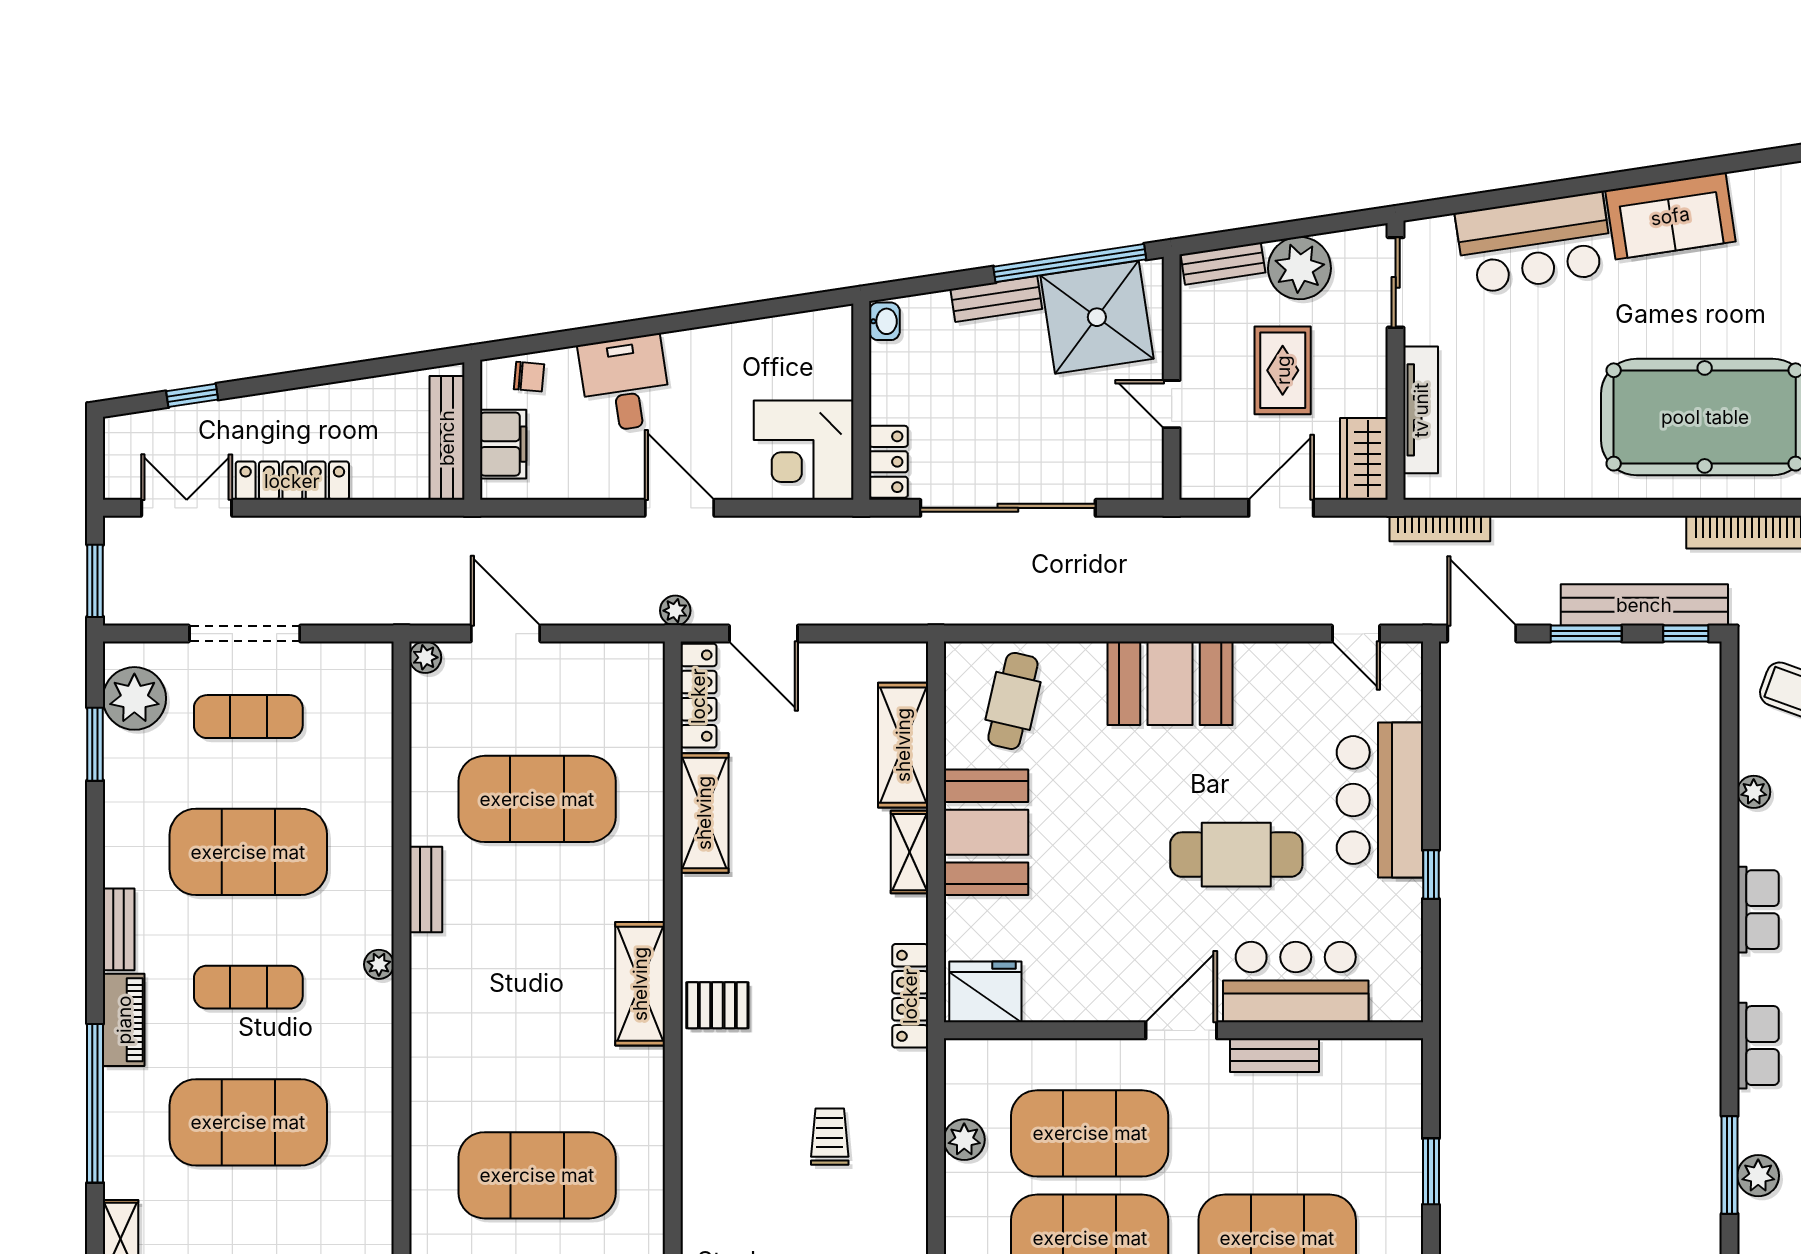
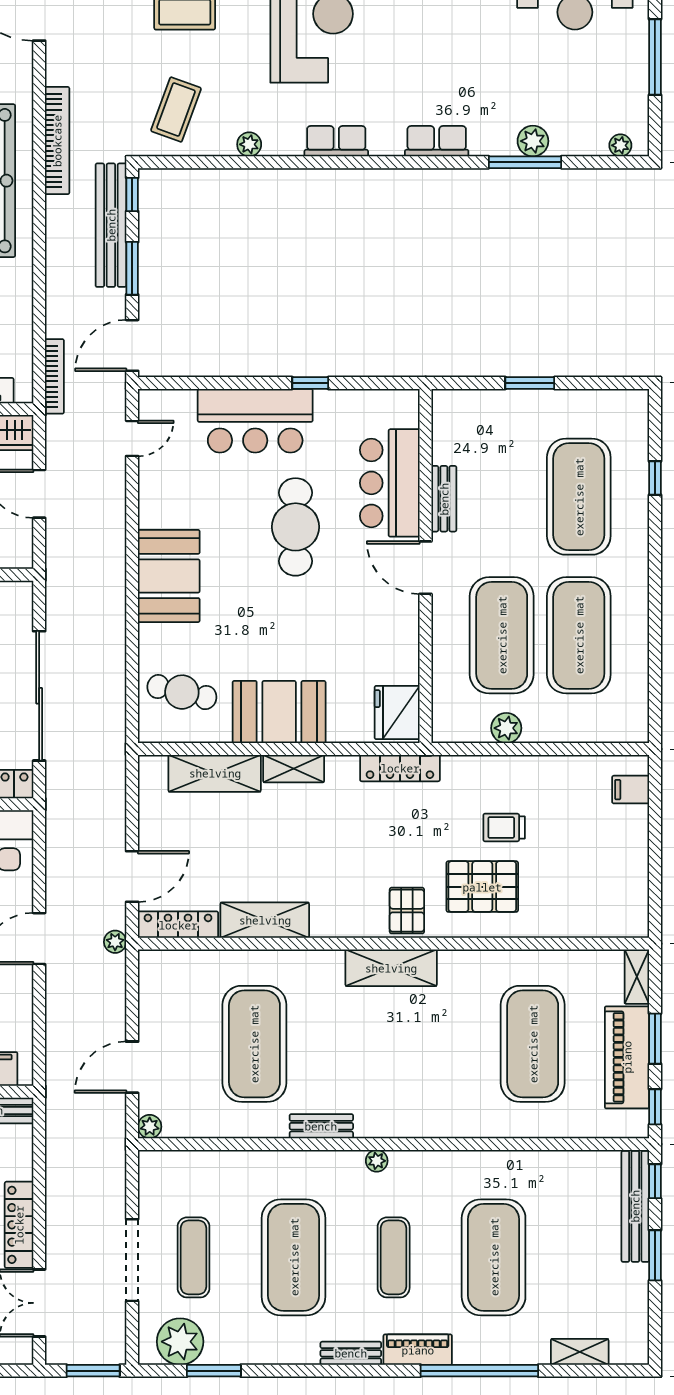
pallet: (750, 1107) -> (482, 887), added

